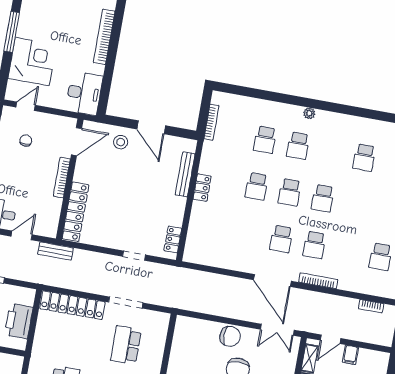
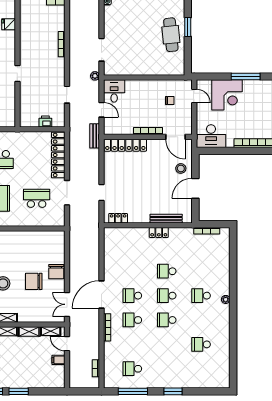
school desk: (265, 140) -> (201, 271), removed
printer: (19, 321) -> (45, 121), width x0.53, depth x0.68

